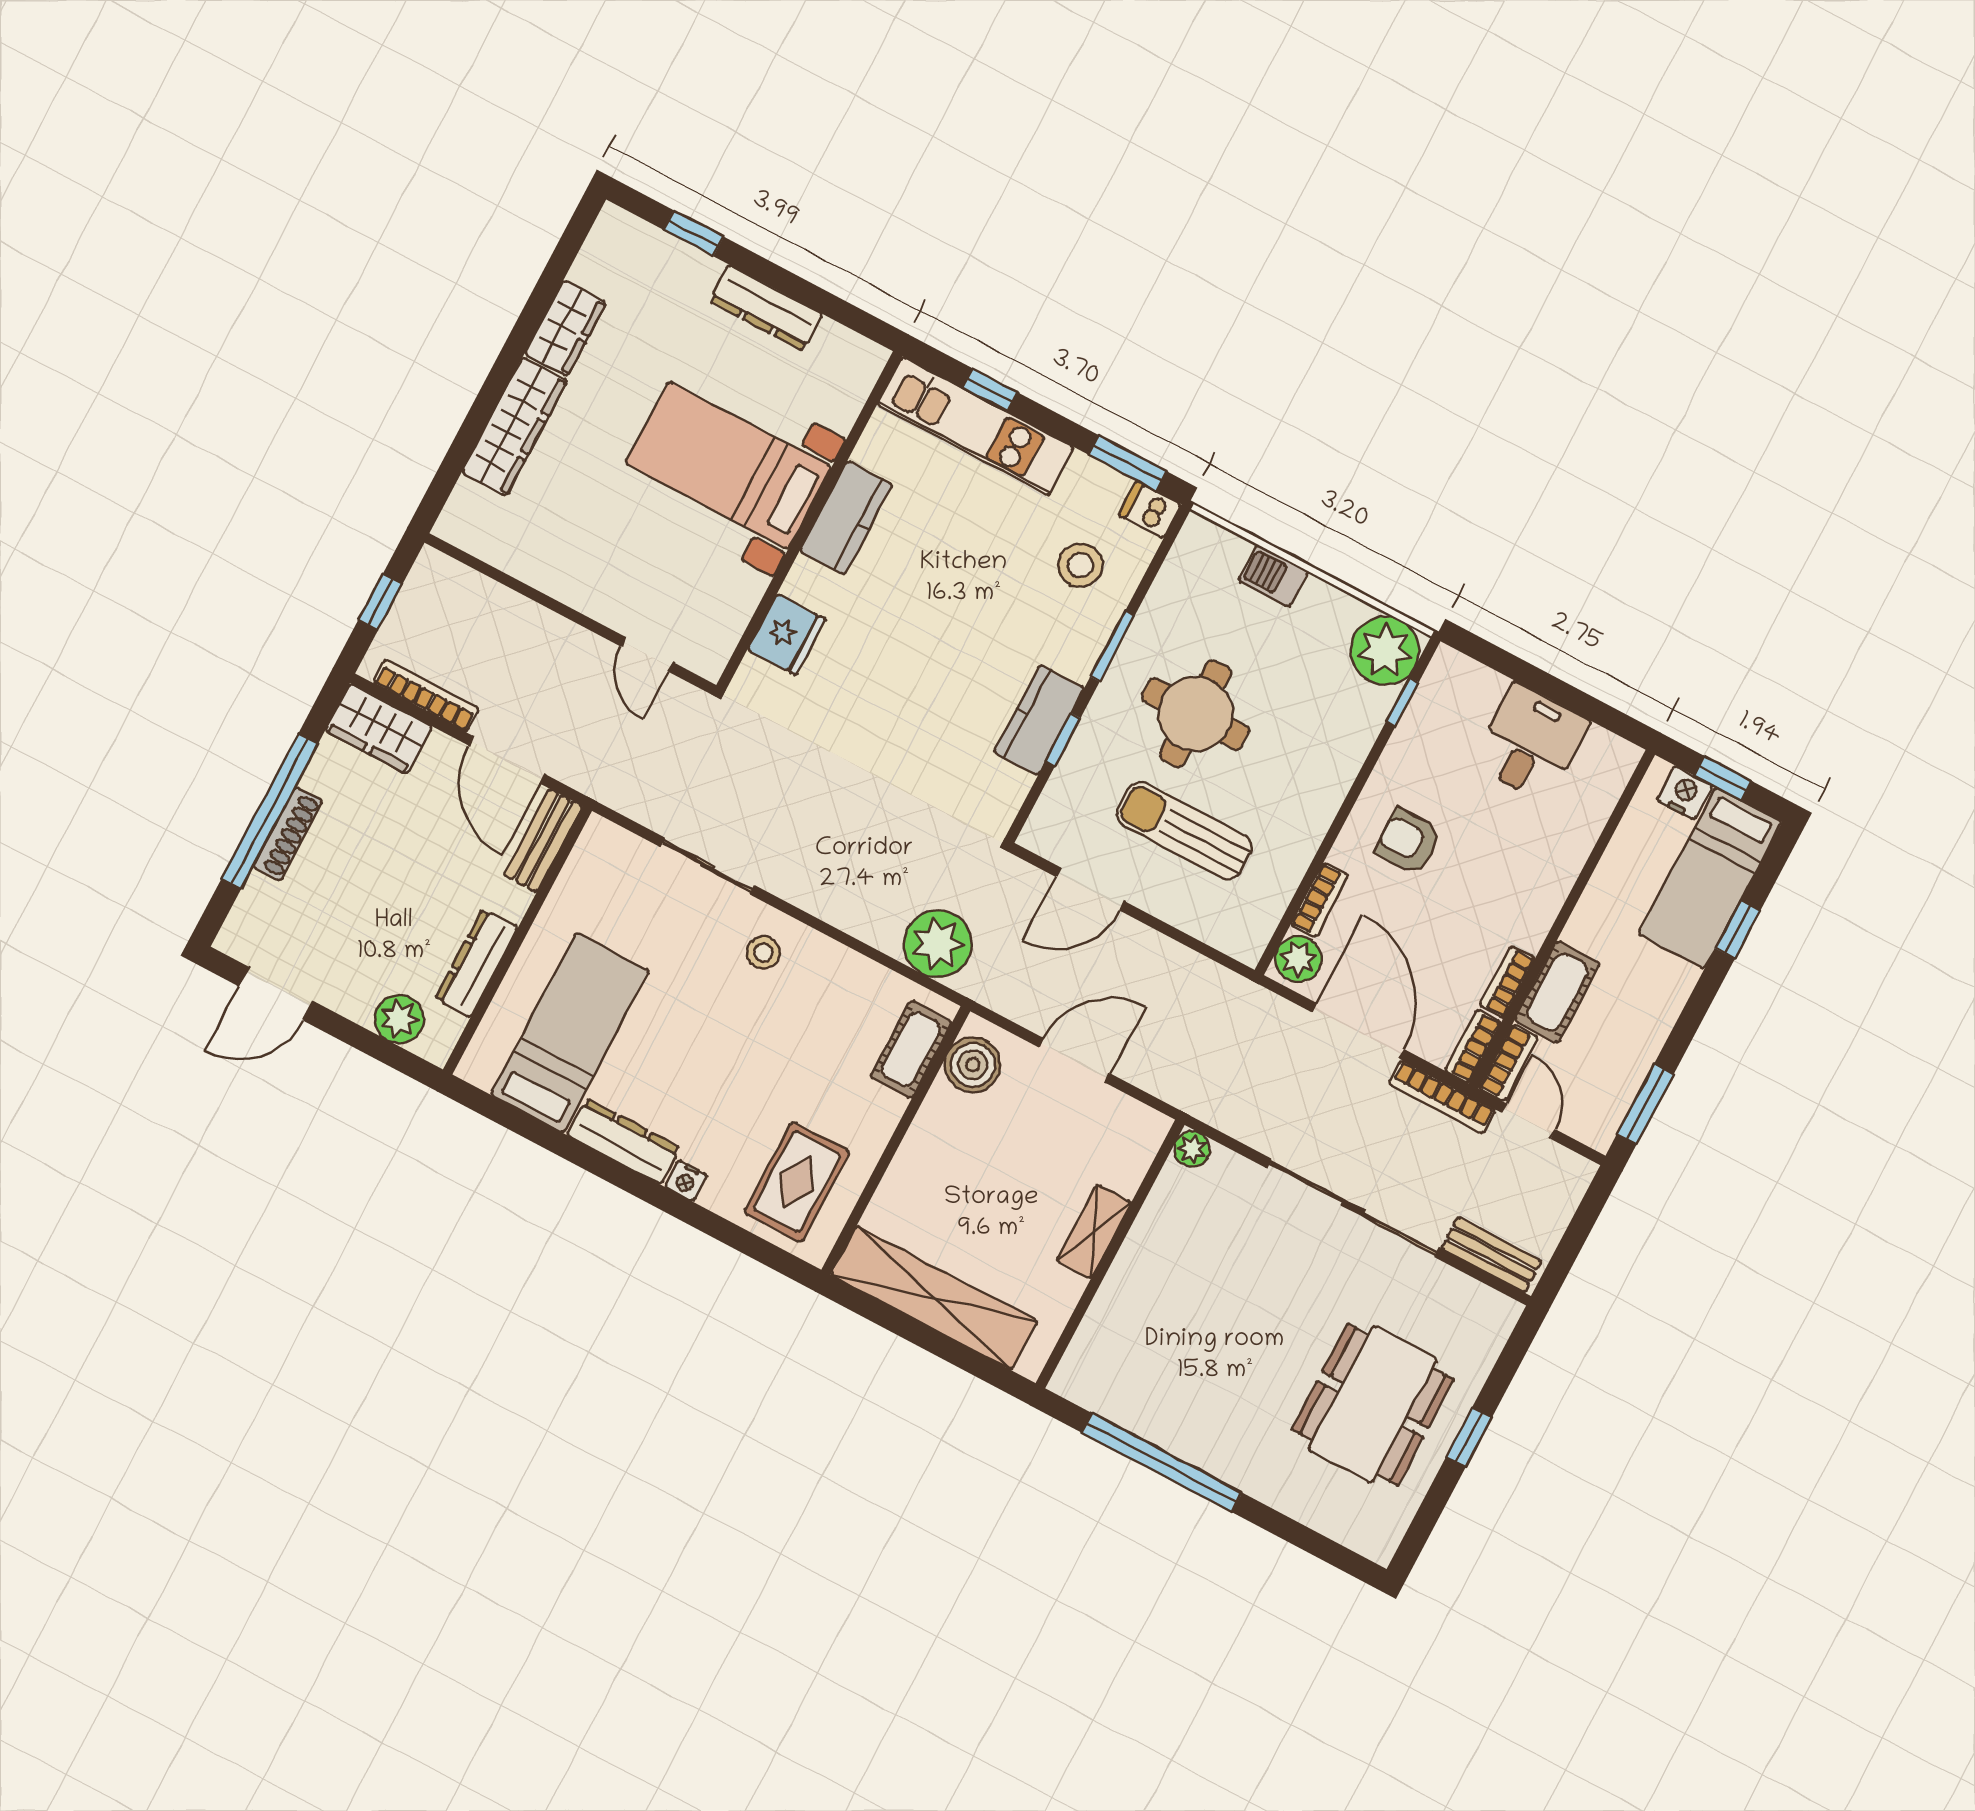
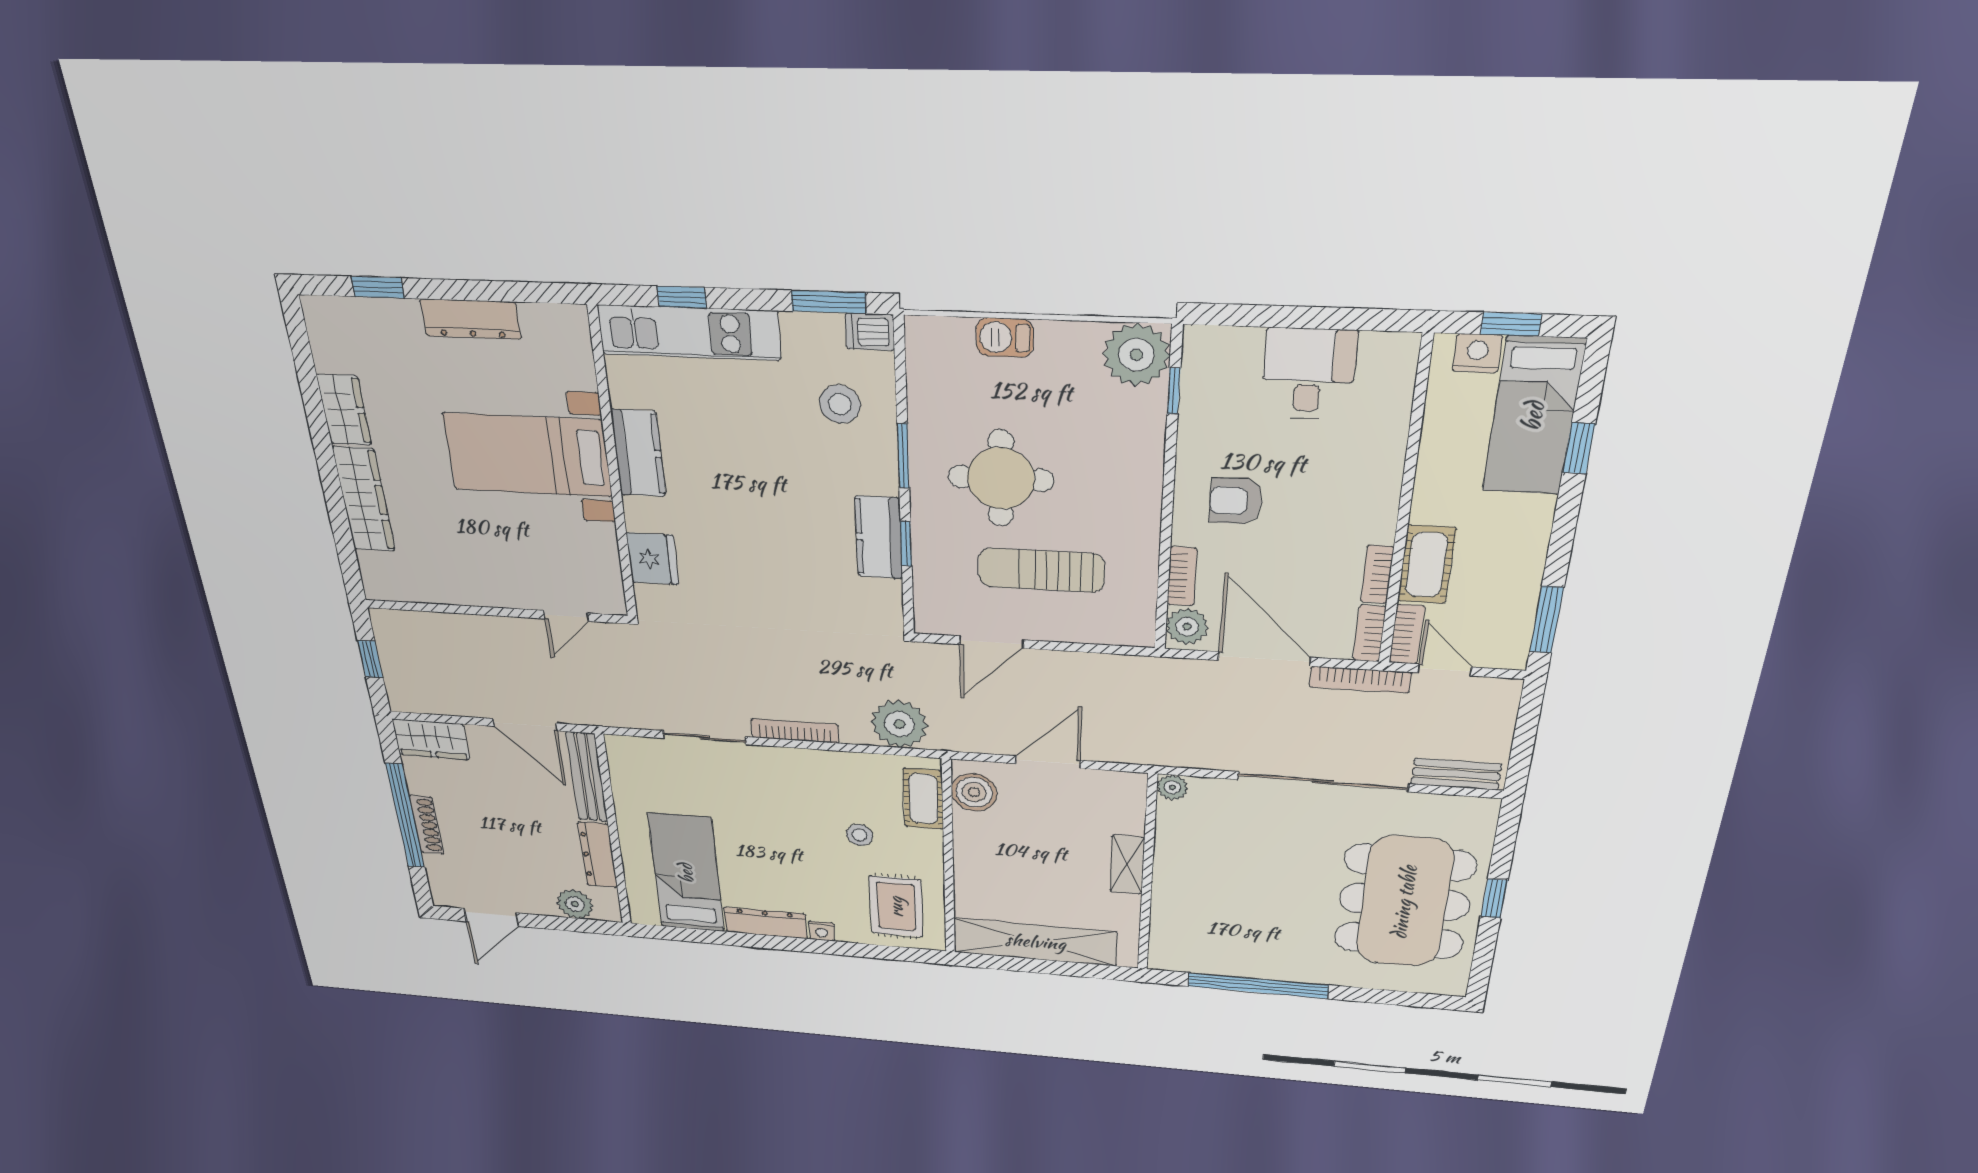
door: (647, 654) -> (566, 616), hinge flipped
bookcase: (426, 696) -> (795, 731), moved
bench: (543, 841) -> (587, 777), width x1.36
stool: (763, 953) -> (860, 835), moved
dining table: (1373, 1404) -> (1404, 902), width x1.36, depth x1.24

